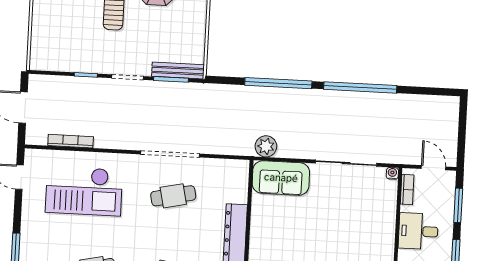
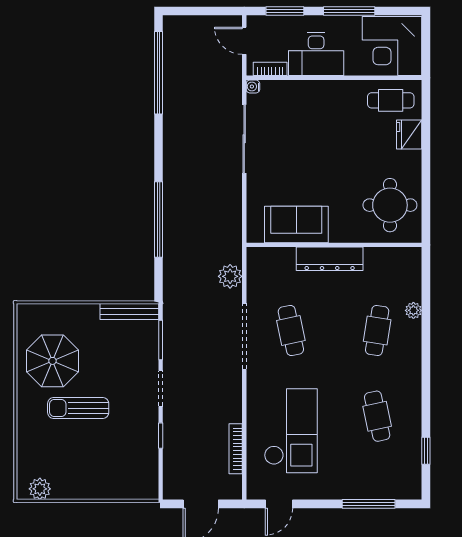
bench: (178, 71) -> (129, 312), moved, turned 90
window: (360, 87) -> (159, 73), moved
plant: (266, 146) -> (230, 276), moved
door: (434, 168) -> (244, 41), hinge flipped
sofa: (281, 178) -> (296, 224), moved, turned -90
desk: (418, 231) -> (316, 54), width x1.37

